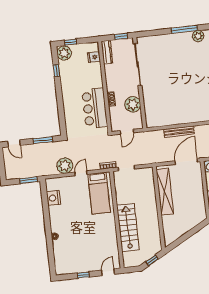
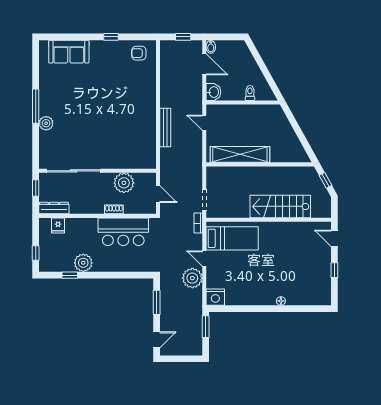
plant: (198, 36) -> (46, 123), moved
plant: (64, 53) -> (83, 263), moved
door: (186, 161) -> (204, 123), width x0.53
nightstand: (53, 198) -> (215, 297), moved

